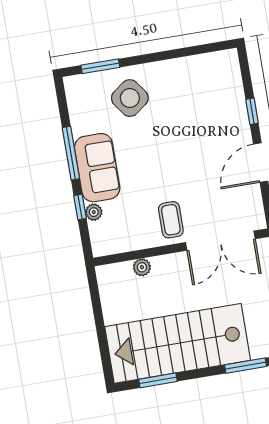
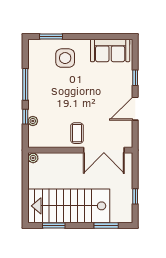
side table: (130, 98) -> (65, 58), turned 36
sofa: (97, 168) -> (110, 50), moved, turned 90
plant: (142, 267) -> (33, 158), moved

